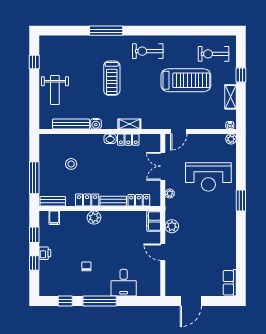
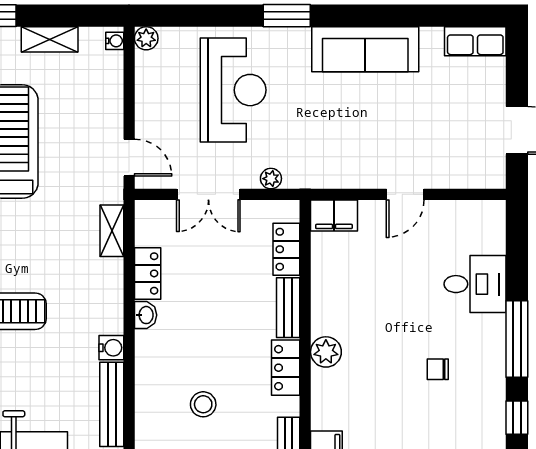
shelving: (129, 124) -> (112, 231), moved
plant: (172, 226) -> (346, 174), removed
sofa: (226, 235) -> (365, 49), added

